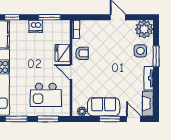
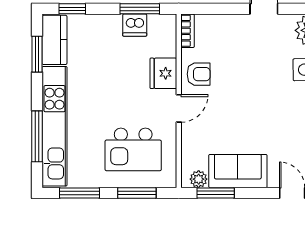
dishwasher: (36, 26) -> (135, 25), moved
door: (71, 72) -> (179, 108), swing flipped
window: (110, 119) -> (216, 193), moved

